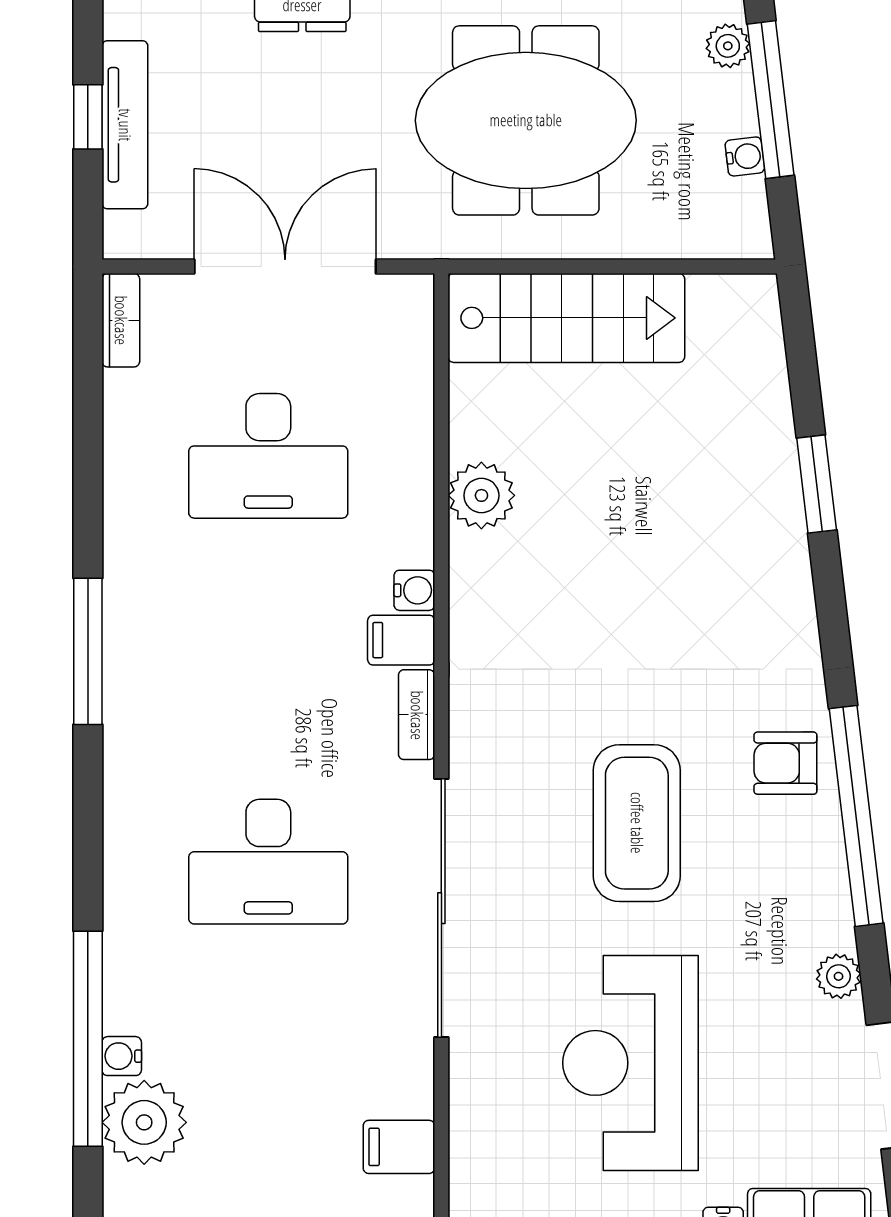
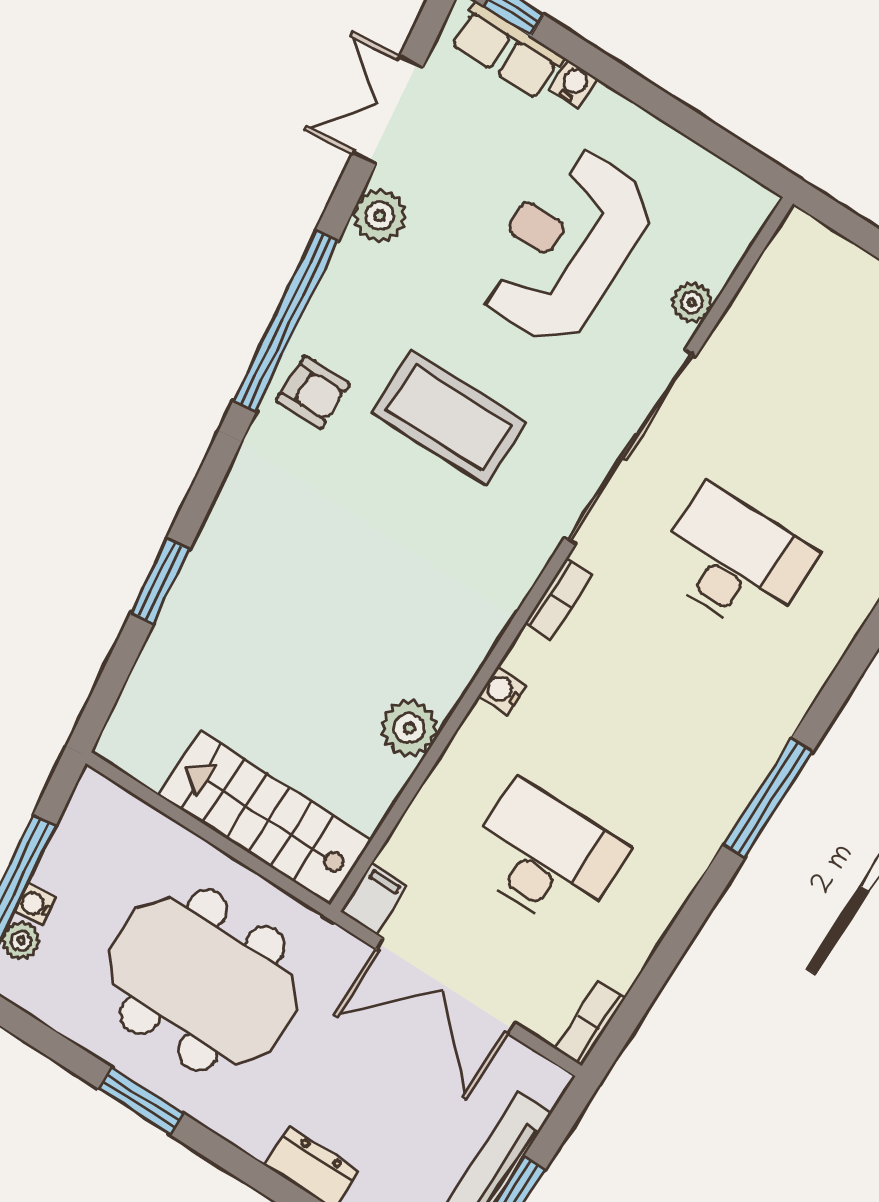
water cooler: (745, 156) -> (35, 904), moved
filing cabinet: (401, 640) -> (374, 899), moved, turned -90
coffee table: (637, 823) -> (449, 418), turned 90
plant: (839, 976) -> (380, 216), width x1.38, depth x1.38
reception desk: (630, 1063) -> (565, 246), turned 180
plant: (471, 1087) -> (692, 302), added
filing cabinet: (399, 1147) -> (772, 293), removed

